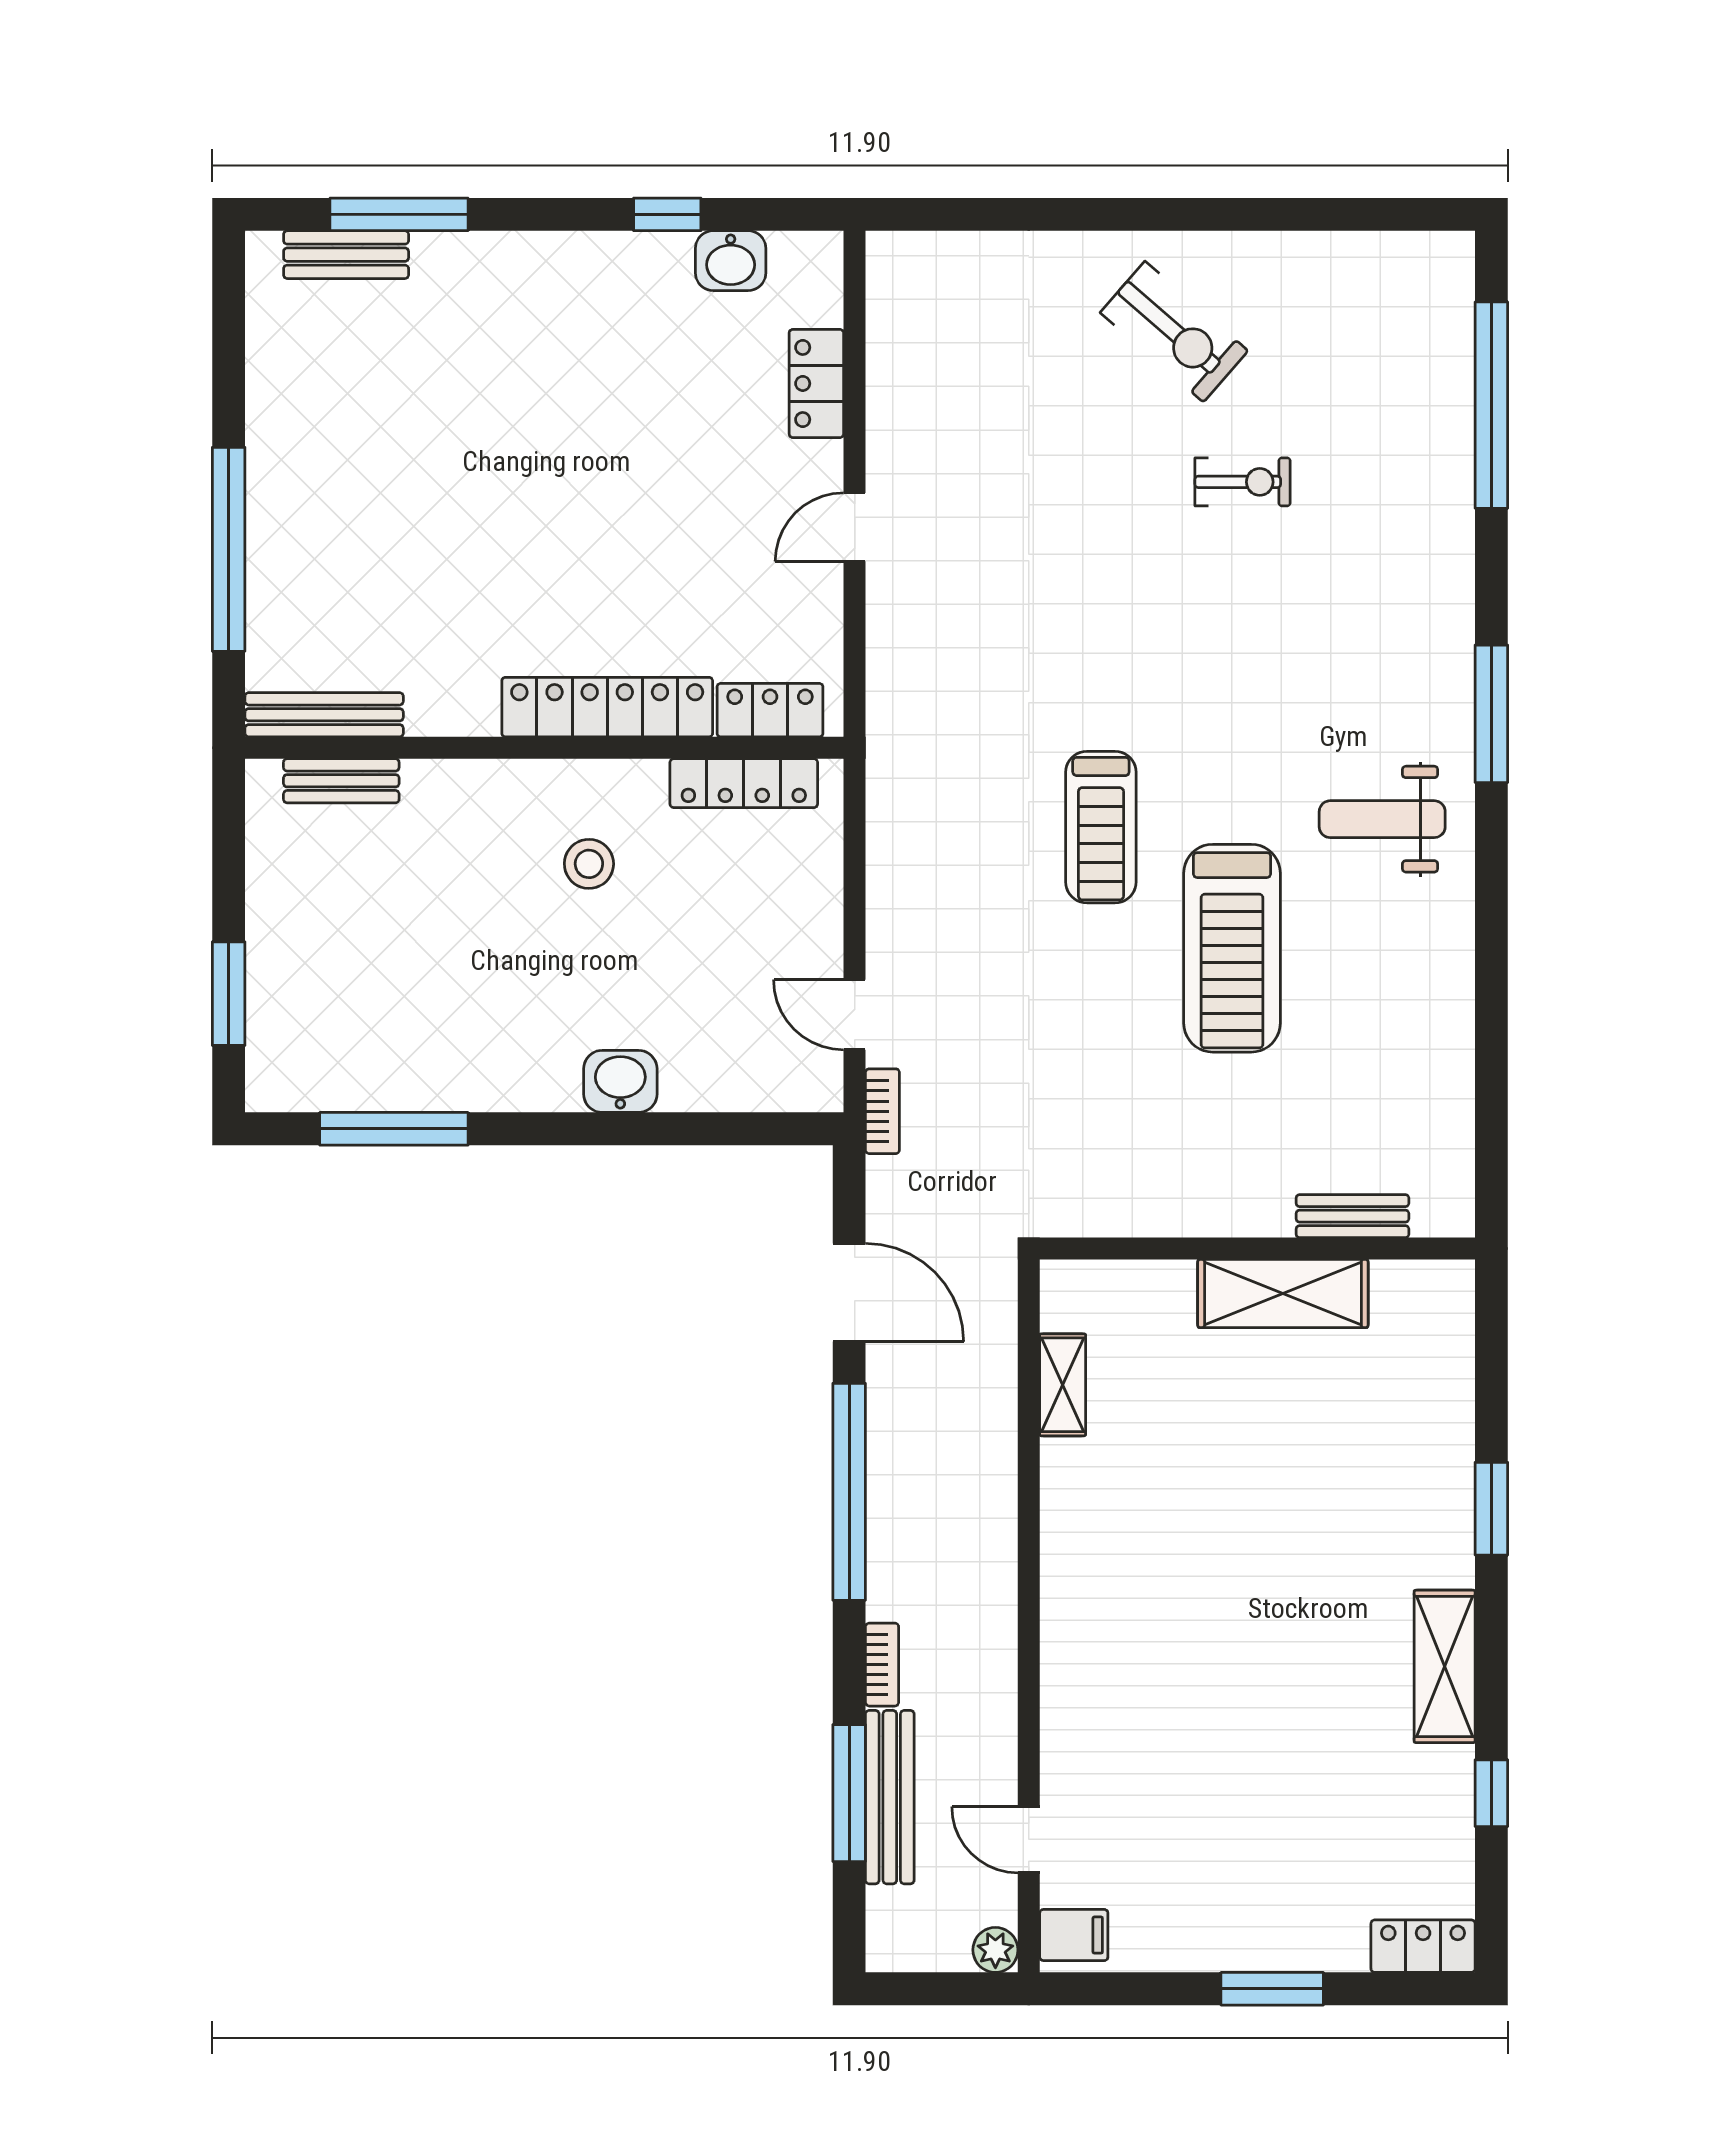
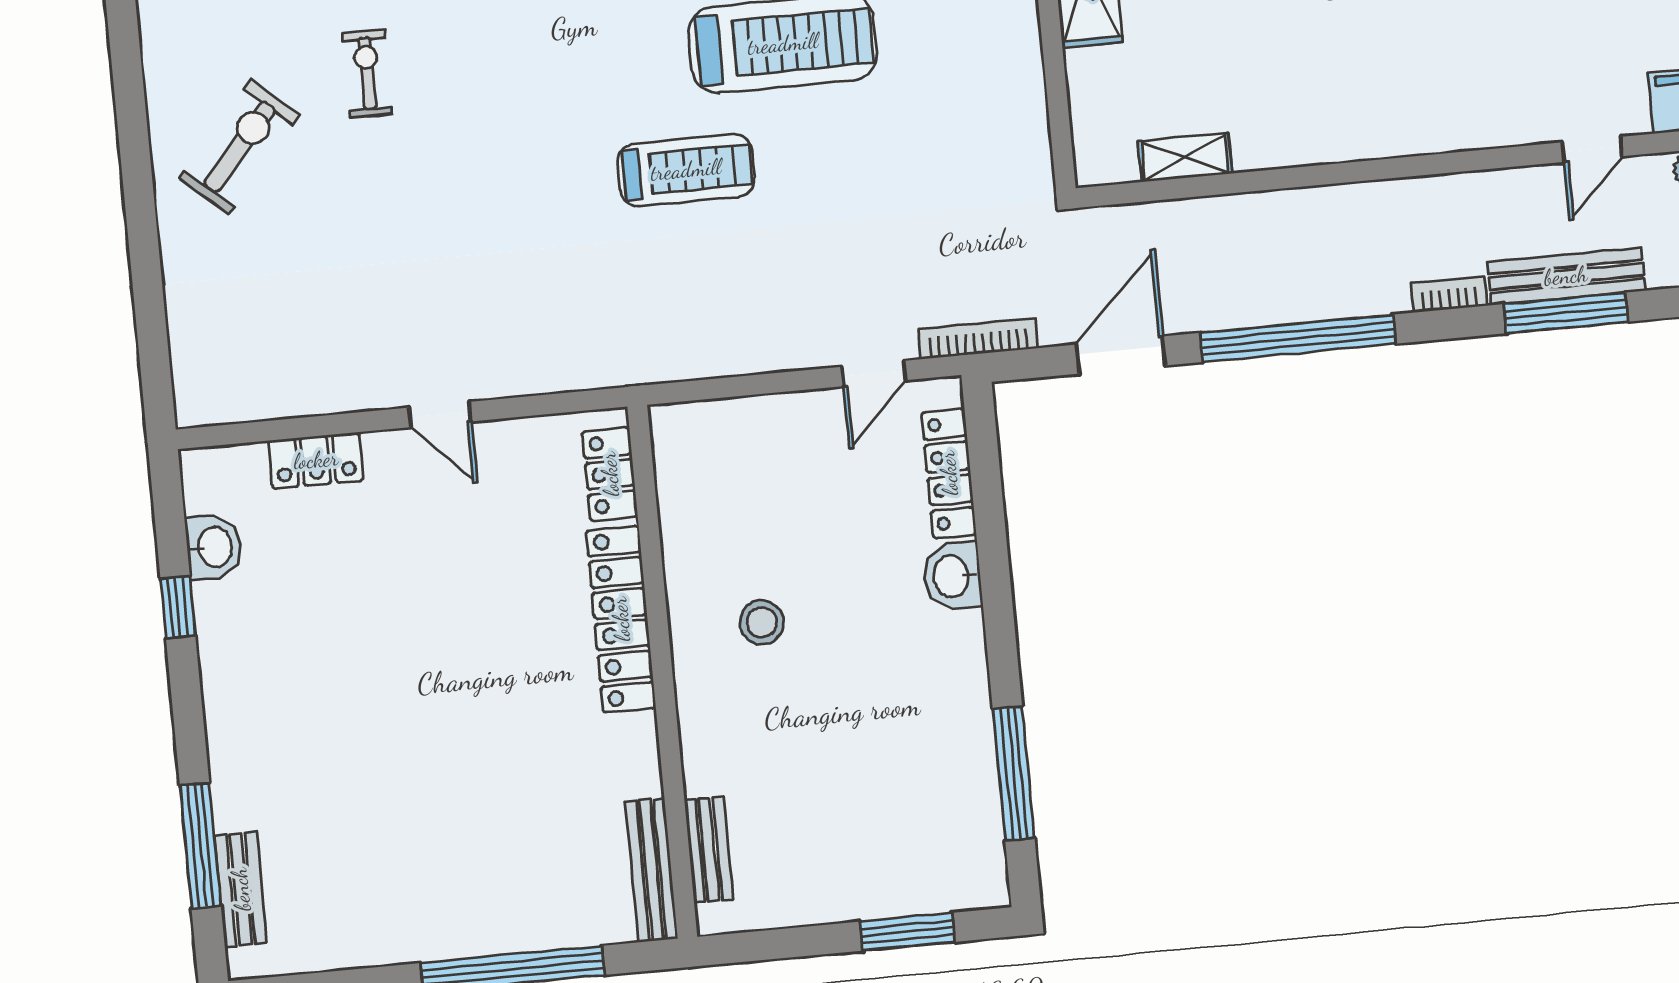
locker: (744, 783) -> (949, 473), moved, turned 180
bookcase: (882, 1111) -> (978, 339), width x1.56

